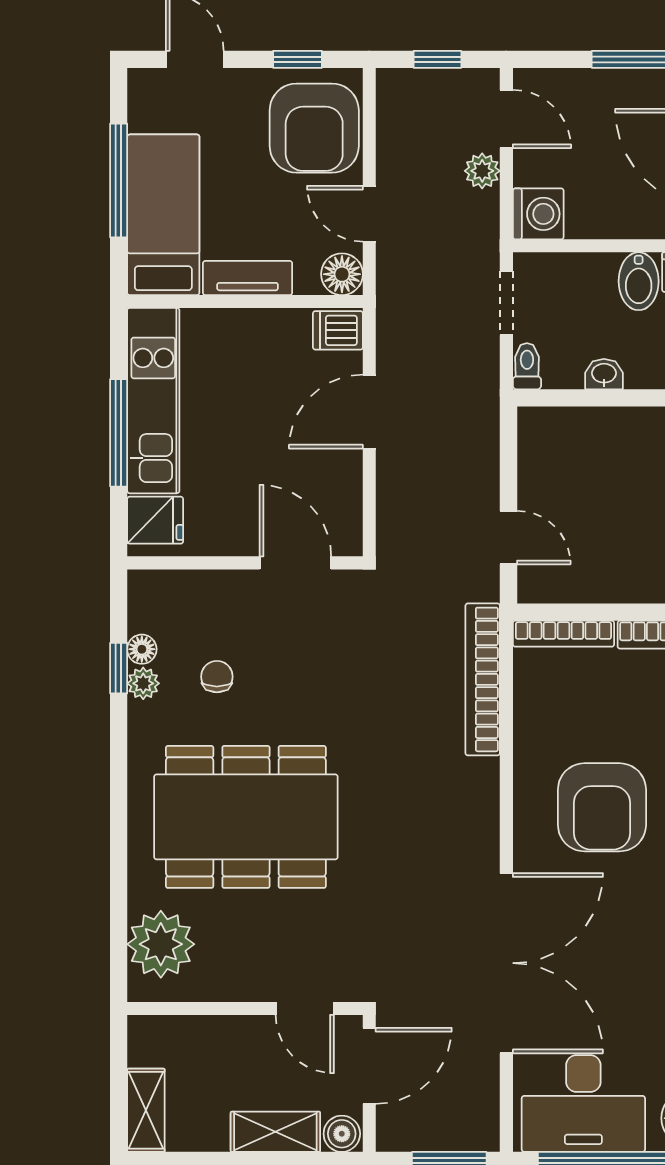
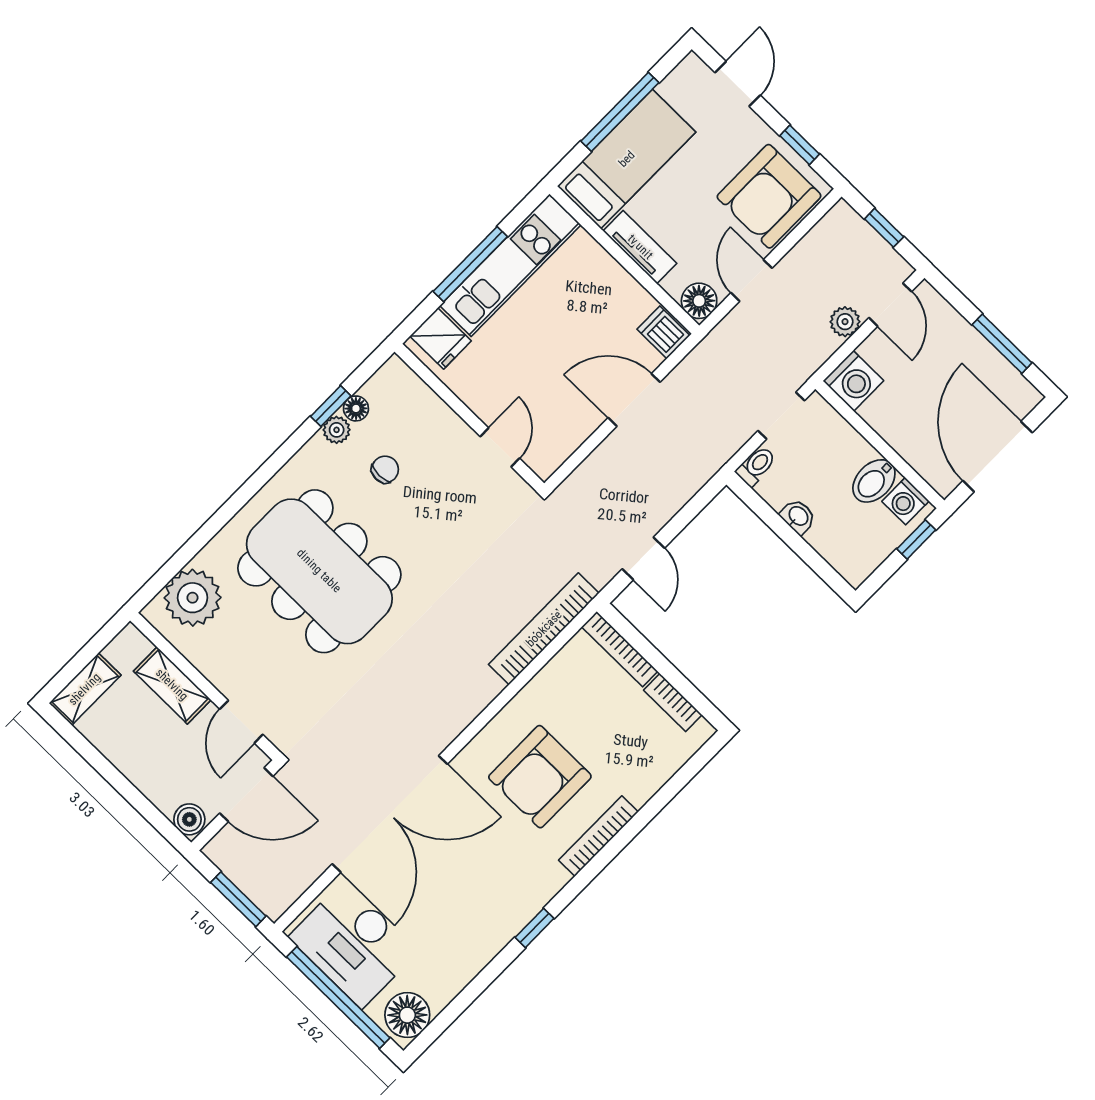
door: (295, 563) -> (500, 447), width x0.73
shelving: (275, 1132) -> (172, 685), moved

